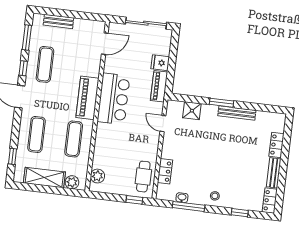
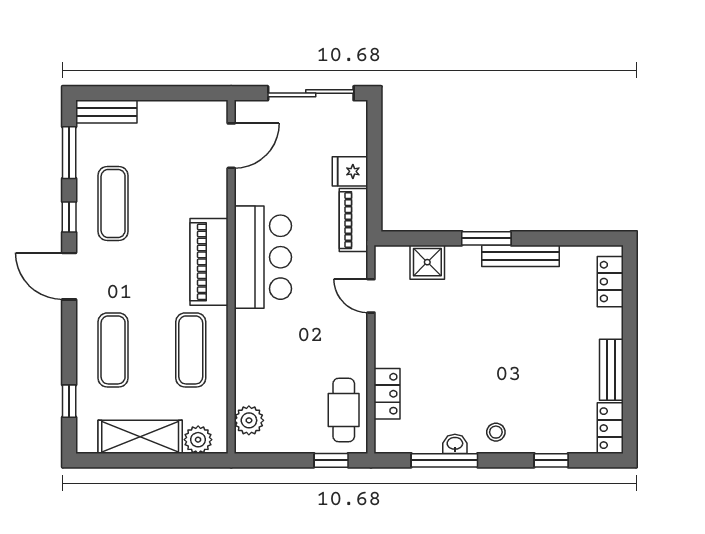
bench: (58, 21) -> (106, 112), moved
locker: (277, 145) -> (610, 282), moved
washbasin: (182, 198) -> (455, 444), moved

